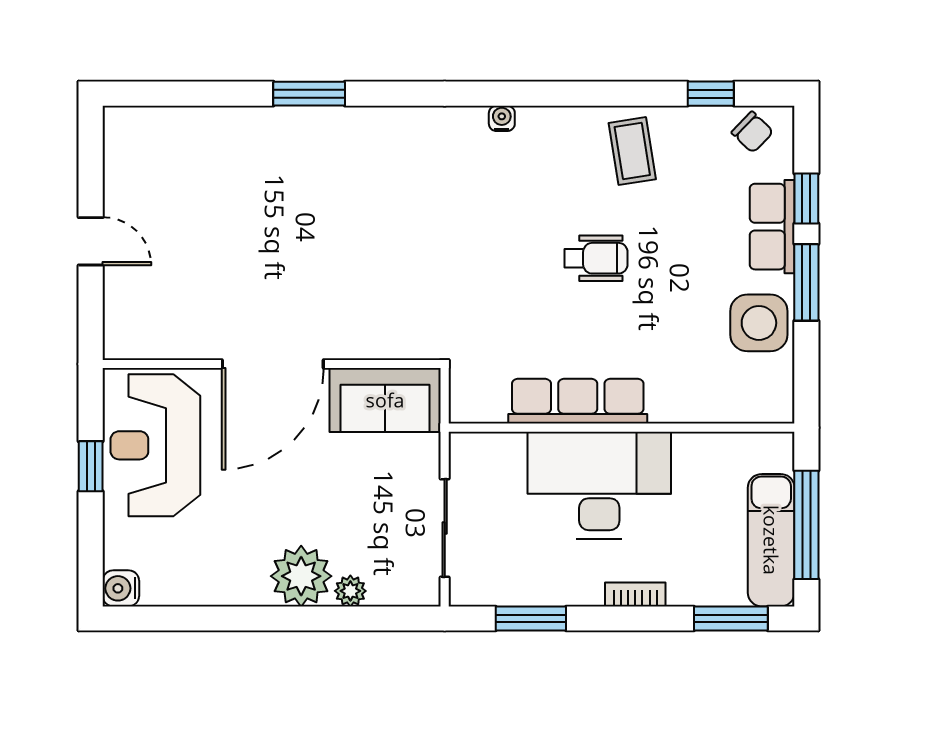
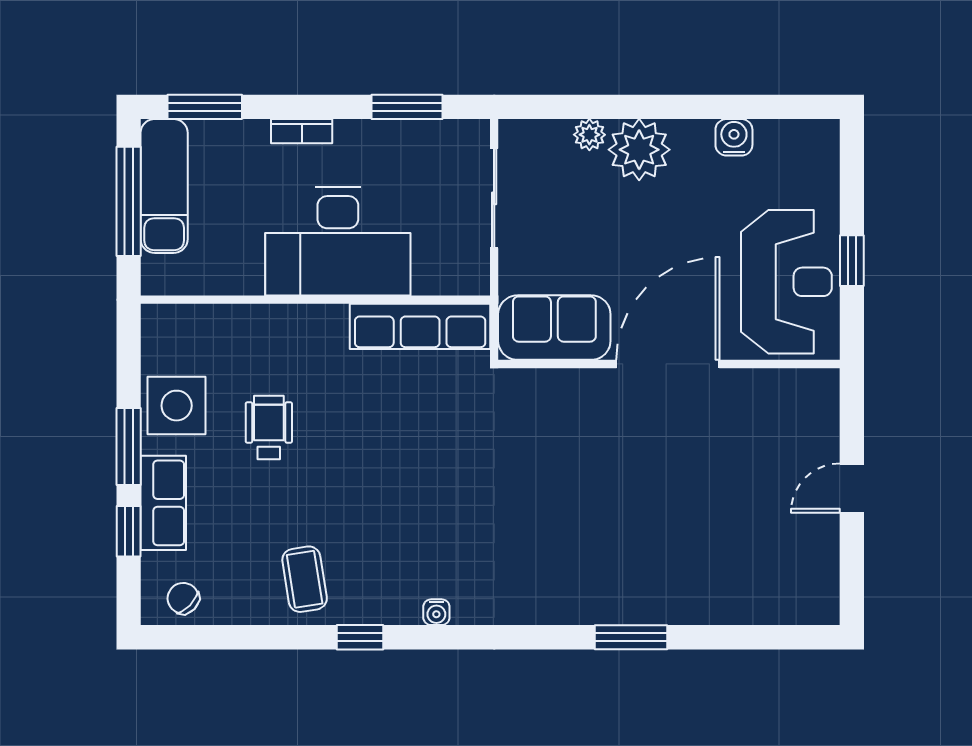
window: (711, 94) -> (360, 637), moved
door: (91, 241) -> (852, 488), hinge flipped
wheelchair: (596, 258) -> (269, 428), moved, turned 90
row of seats: (578, 401) -> (420, 326), moved
water cooler: (121, 588) -> (734, 137), moved, turned -90

